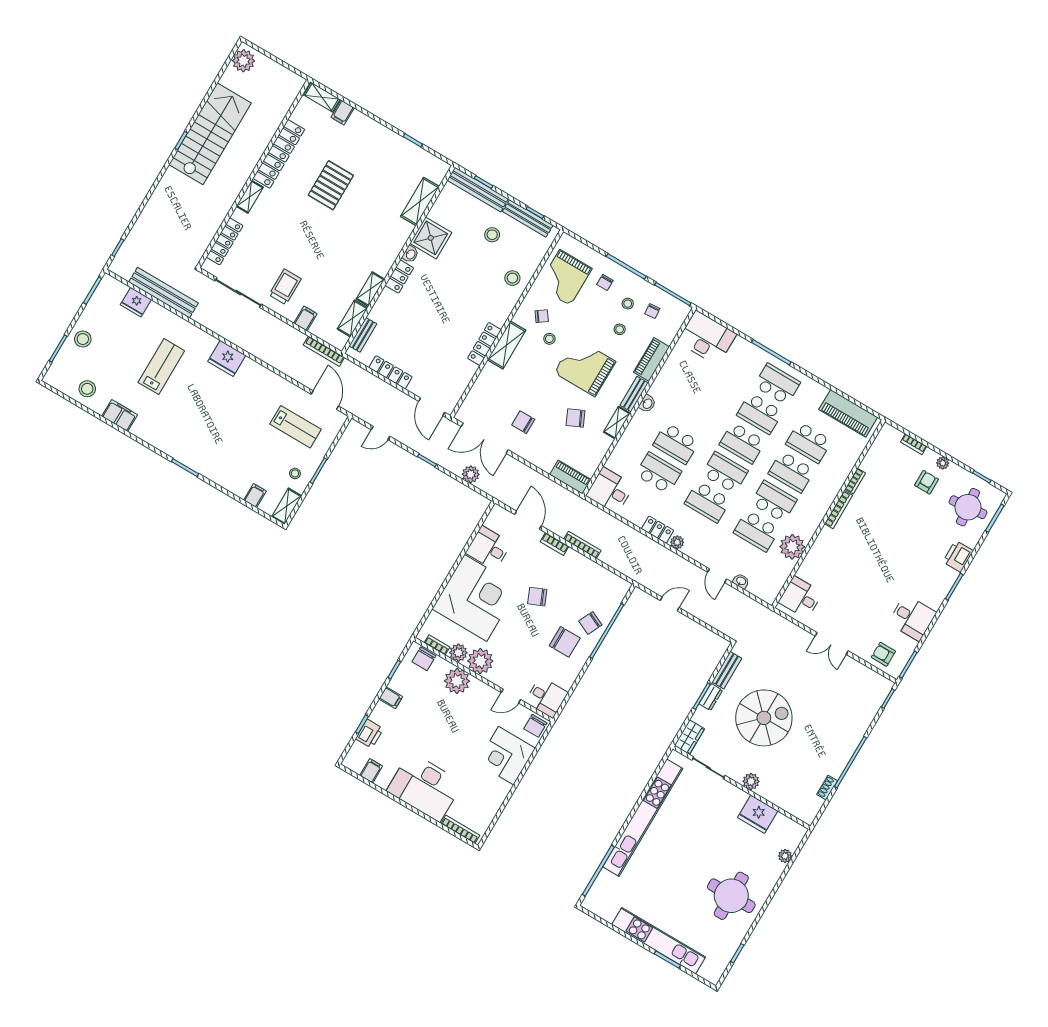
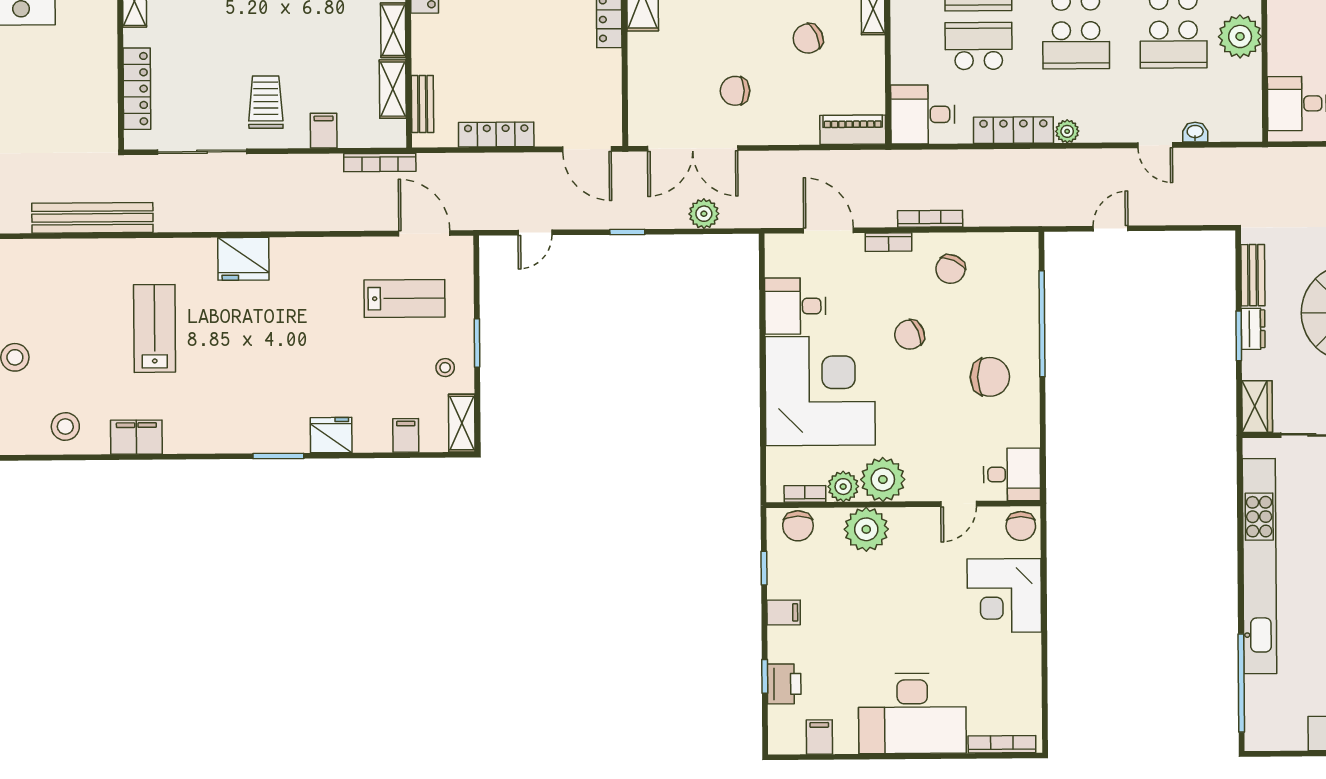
fridge: (136, 302) -> (331, 435), moved, turned 180
locker: (658, 530) -> (1013, 130), width x1.53
chair: (590, 623) -> (950, 269), moved

